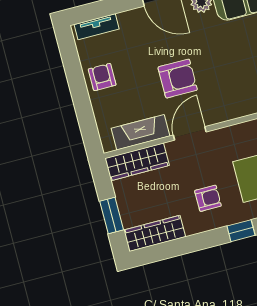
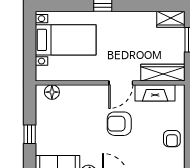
armchair: (208, 198) -> (120, 34), removed
wardrobe: (155, 233) -> (171, 19), width x0.67

